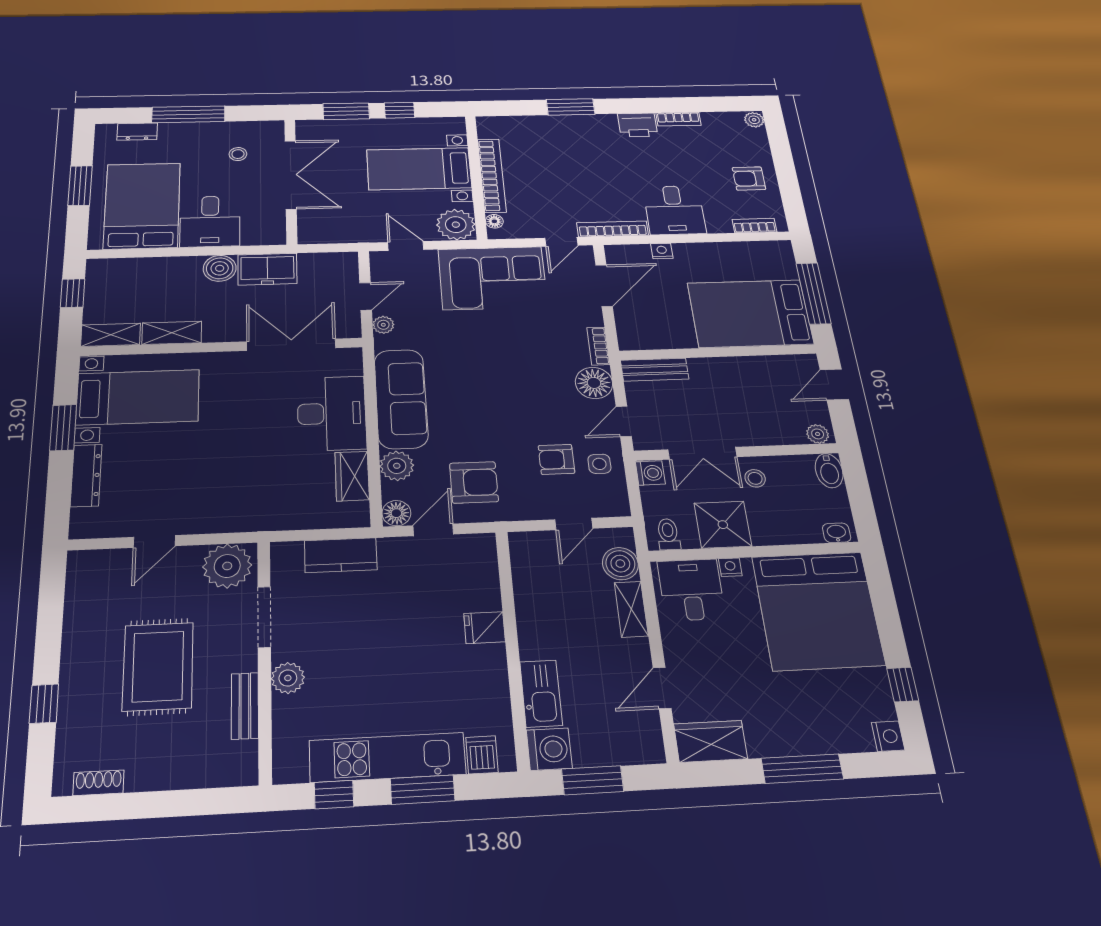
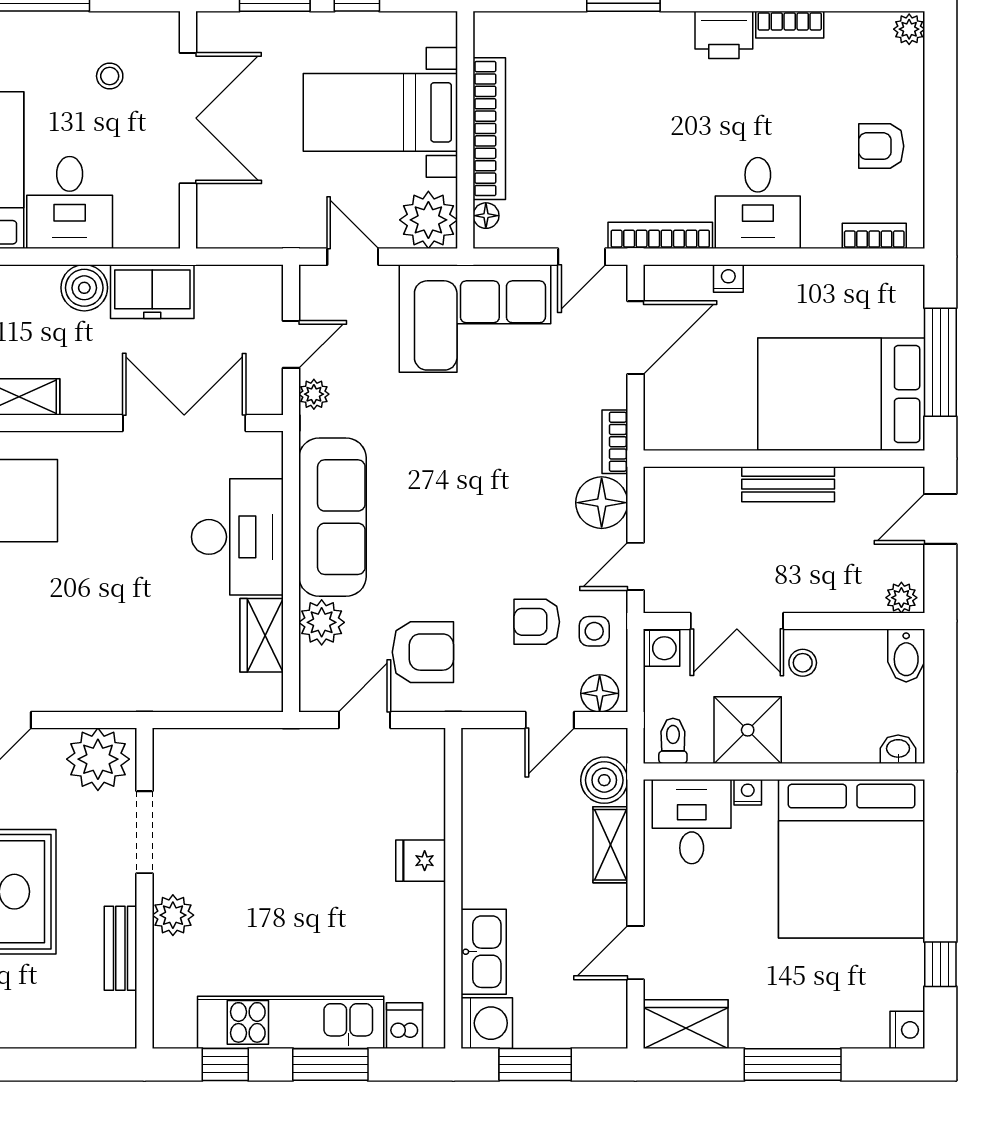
bench: (655, 370) -> (788, 484), moved
floor lamp: (396, 513) -> (600, 693), moved
kitchen counter: (341, 555) -> (243, 751), removed

